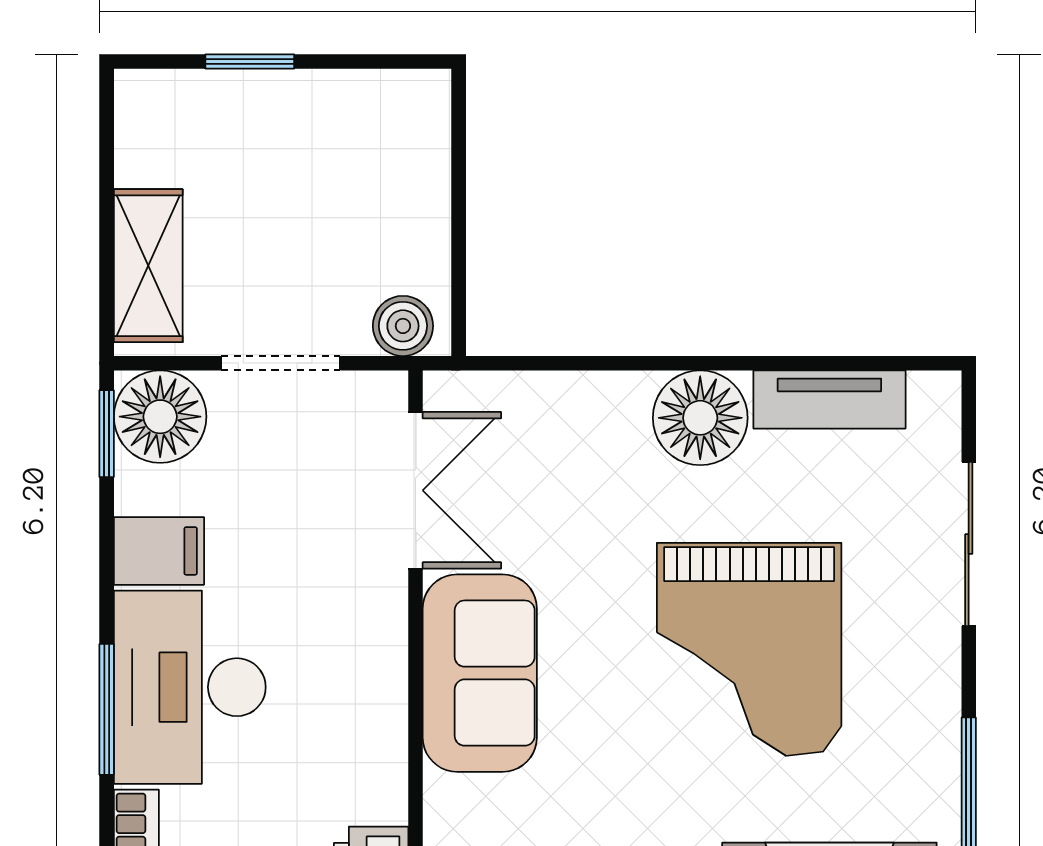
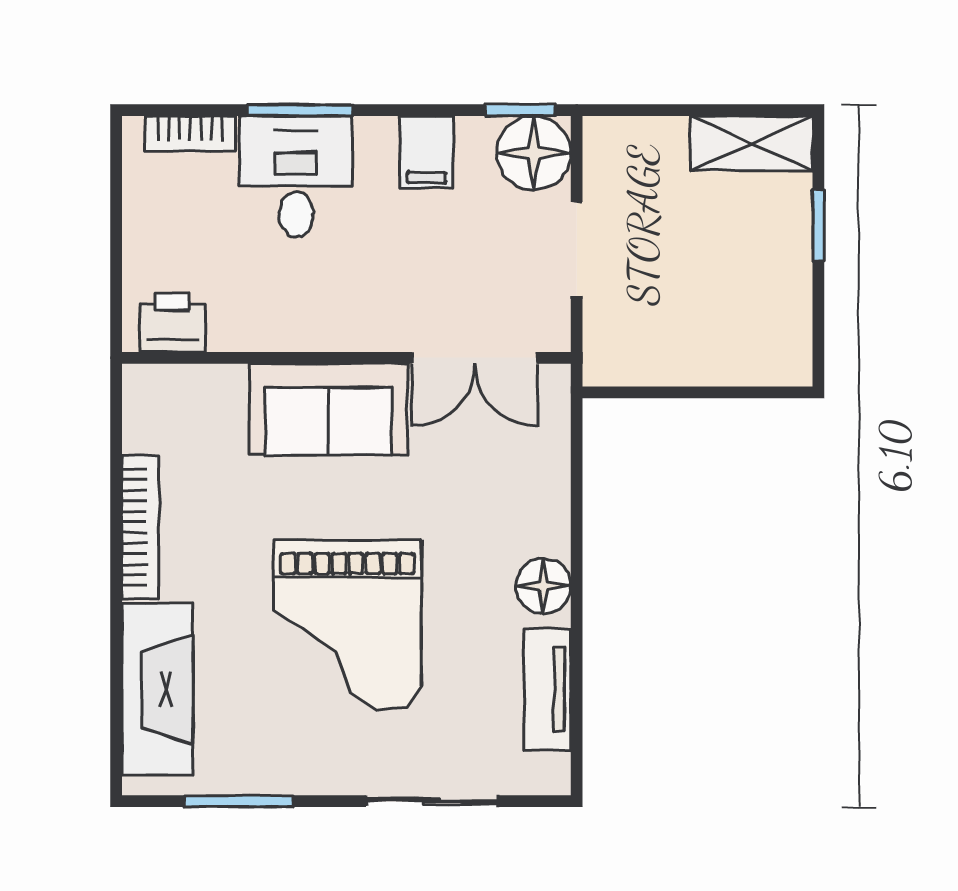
shelving: (148, 266) -> (751, 144), moved
boiler: (403, 326) -> (607, 348), removed
floor lamp: (700, 418) -> (543, 586), width x0.73, depth x0.73
grand piano: (749, 649) -> (347, 625), turned -90
desk: (190, 687) -> (296, 177), width x0.73

